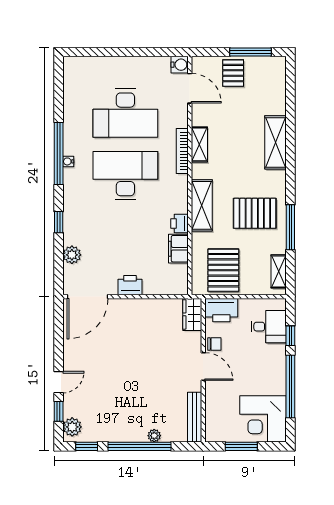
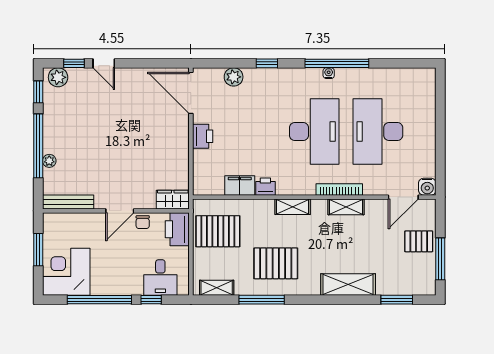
window: (290, 95) -> (397, 300), added
shelving: (202, 205) -> (293, 207), width x0.67, depth x0.75
pallet: (255, 213) -> (276, 263), turned 90

